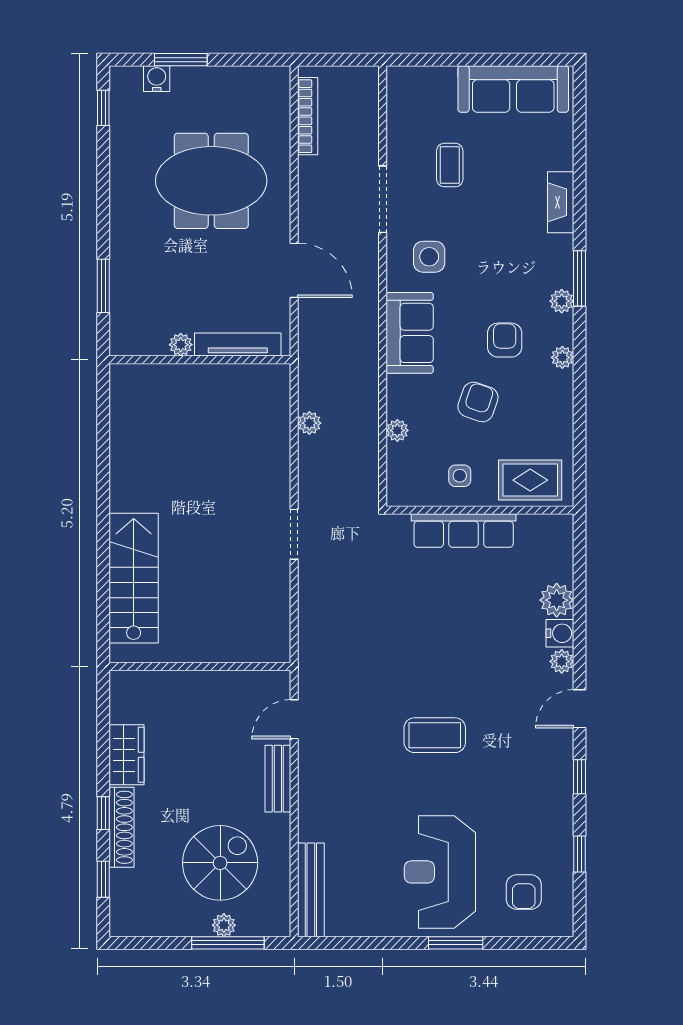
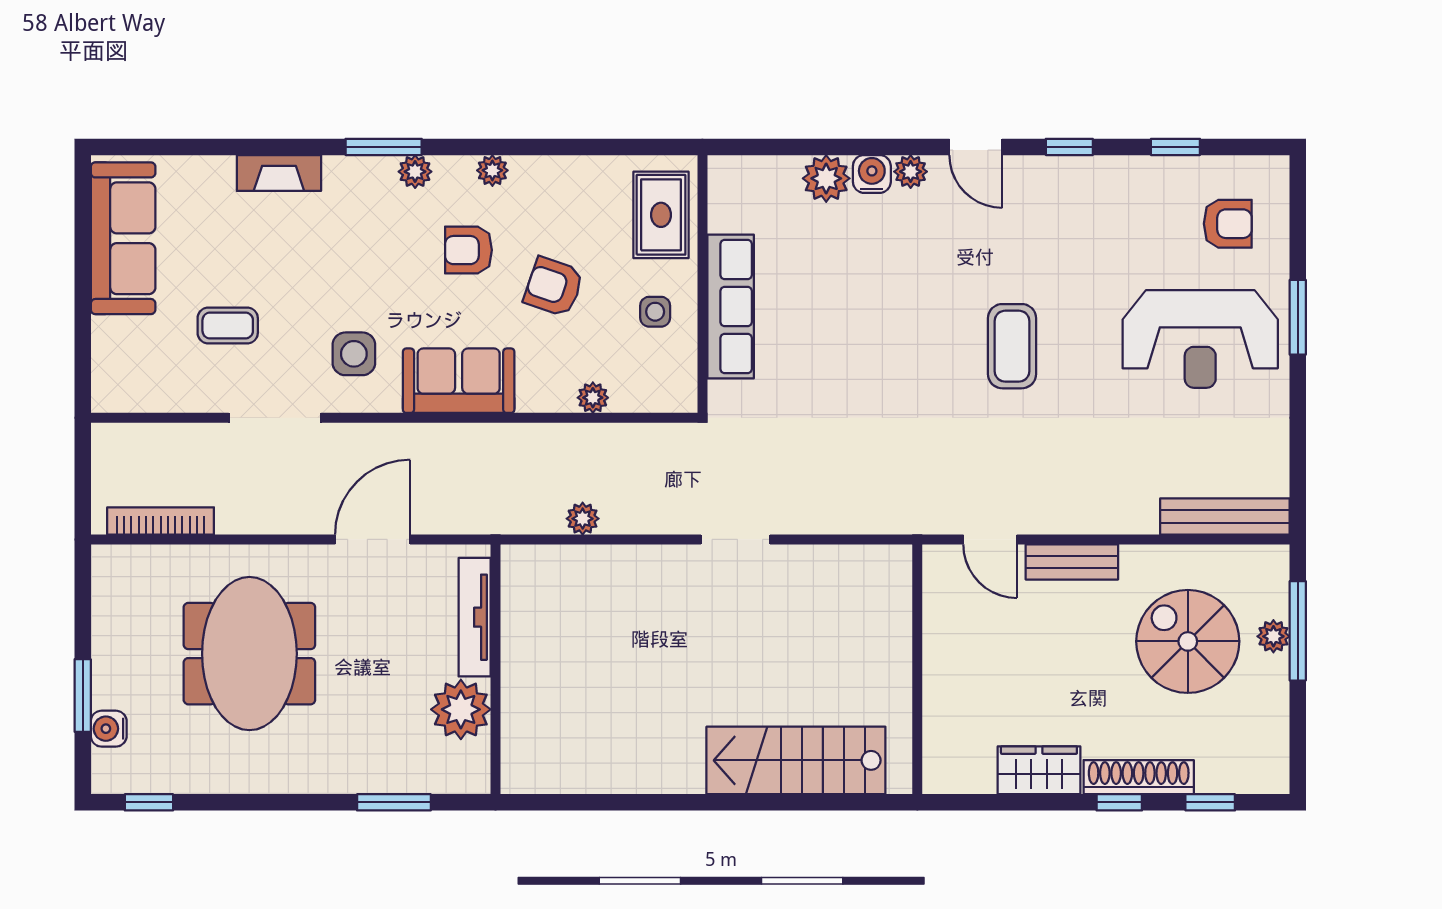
plant: (181, 345) -> (461, 709), width x1.88, depth x1.88

